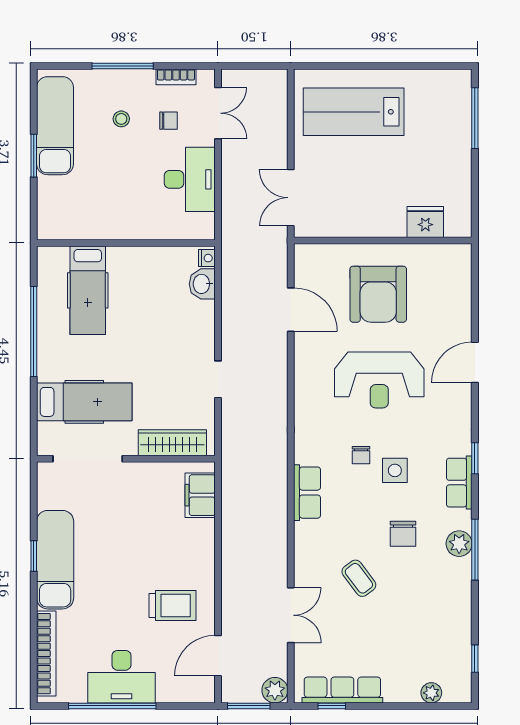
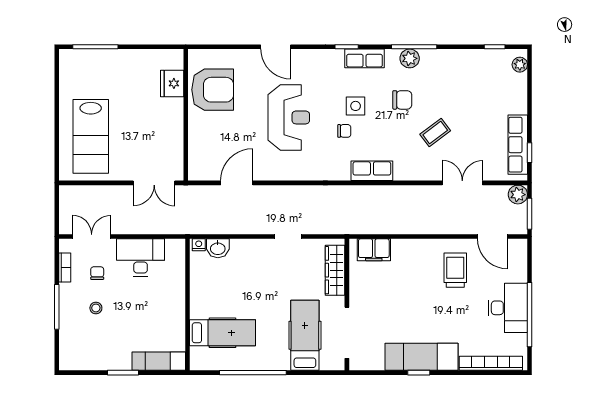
exam couch: (55, 126) -> (159, 361), moved, width x0.73, depth x0.69
armchair: (378, 294) -> (213, 90), moved
plant: (431, 693) -> (520, 65), moved

